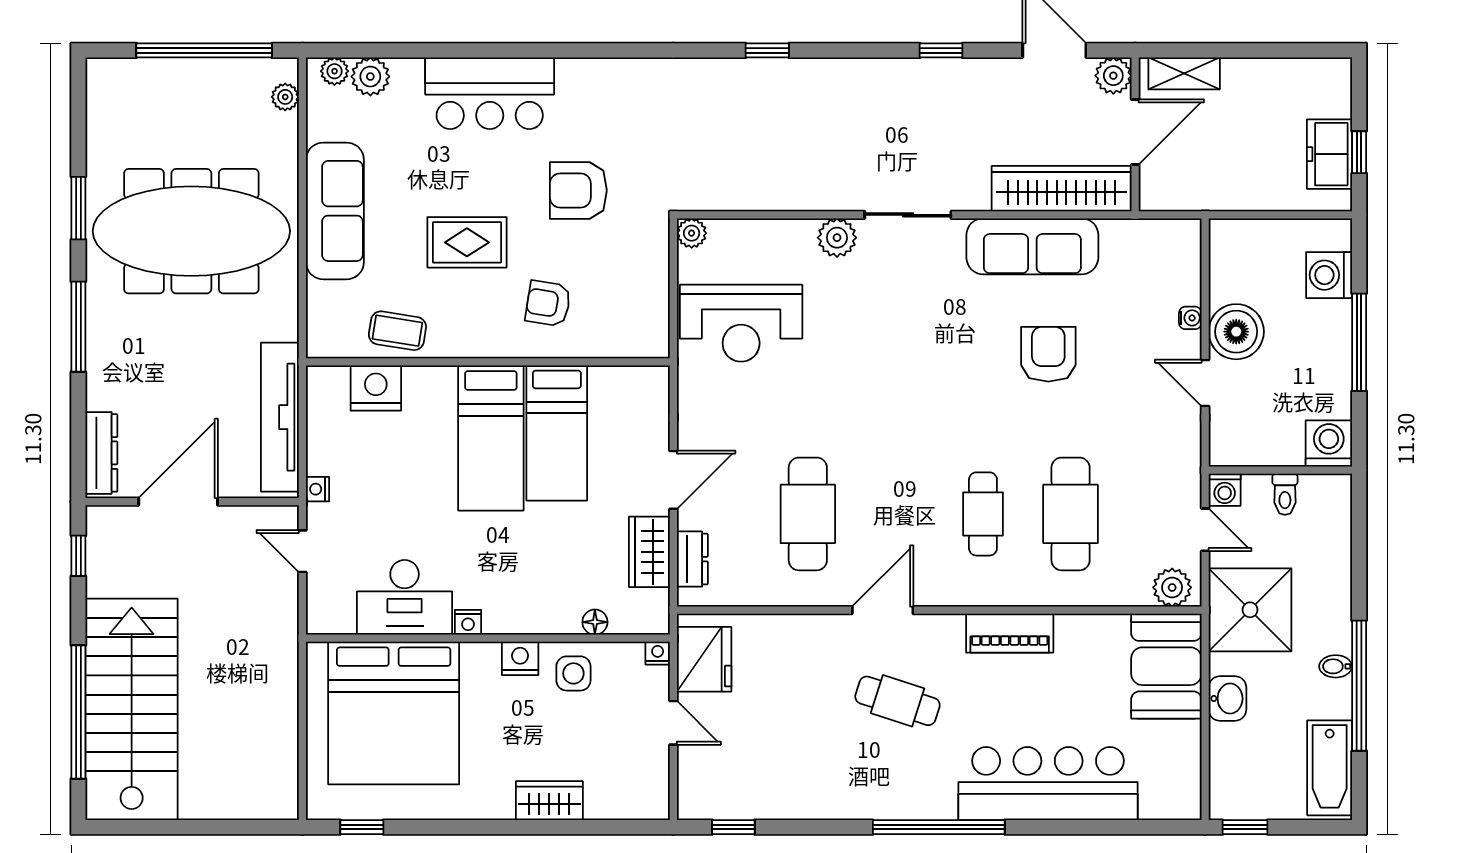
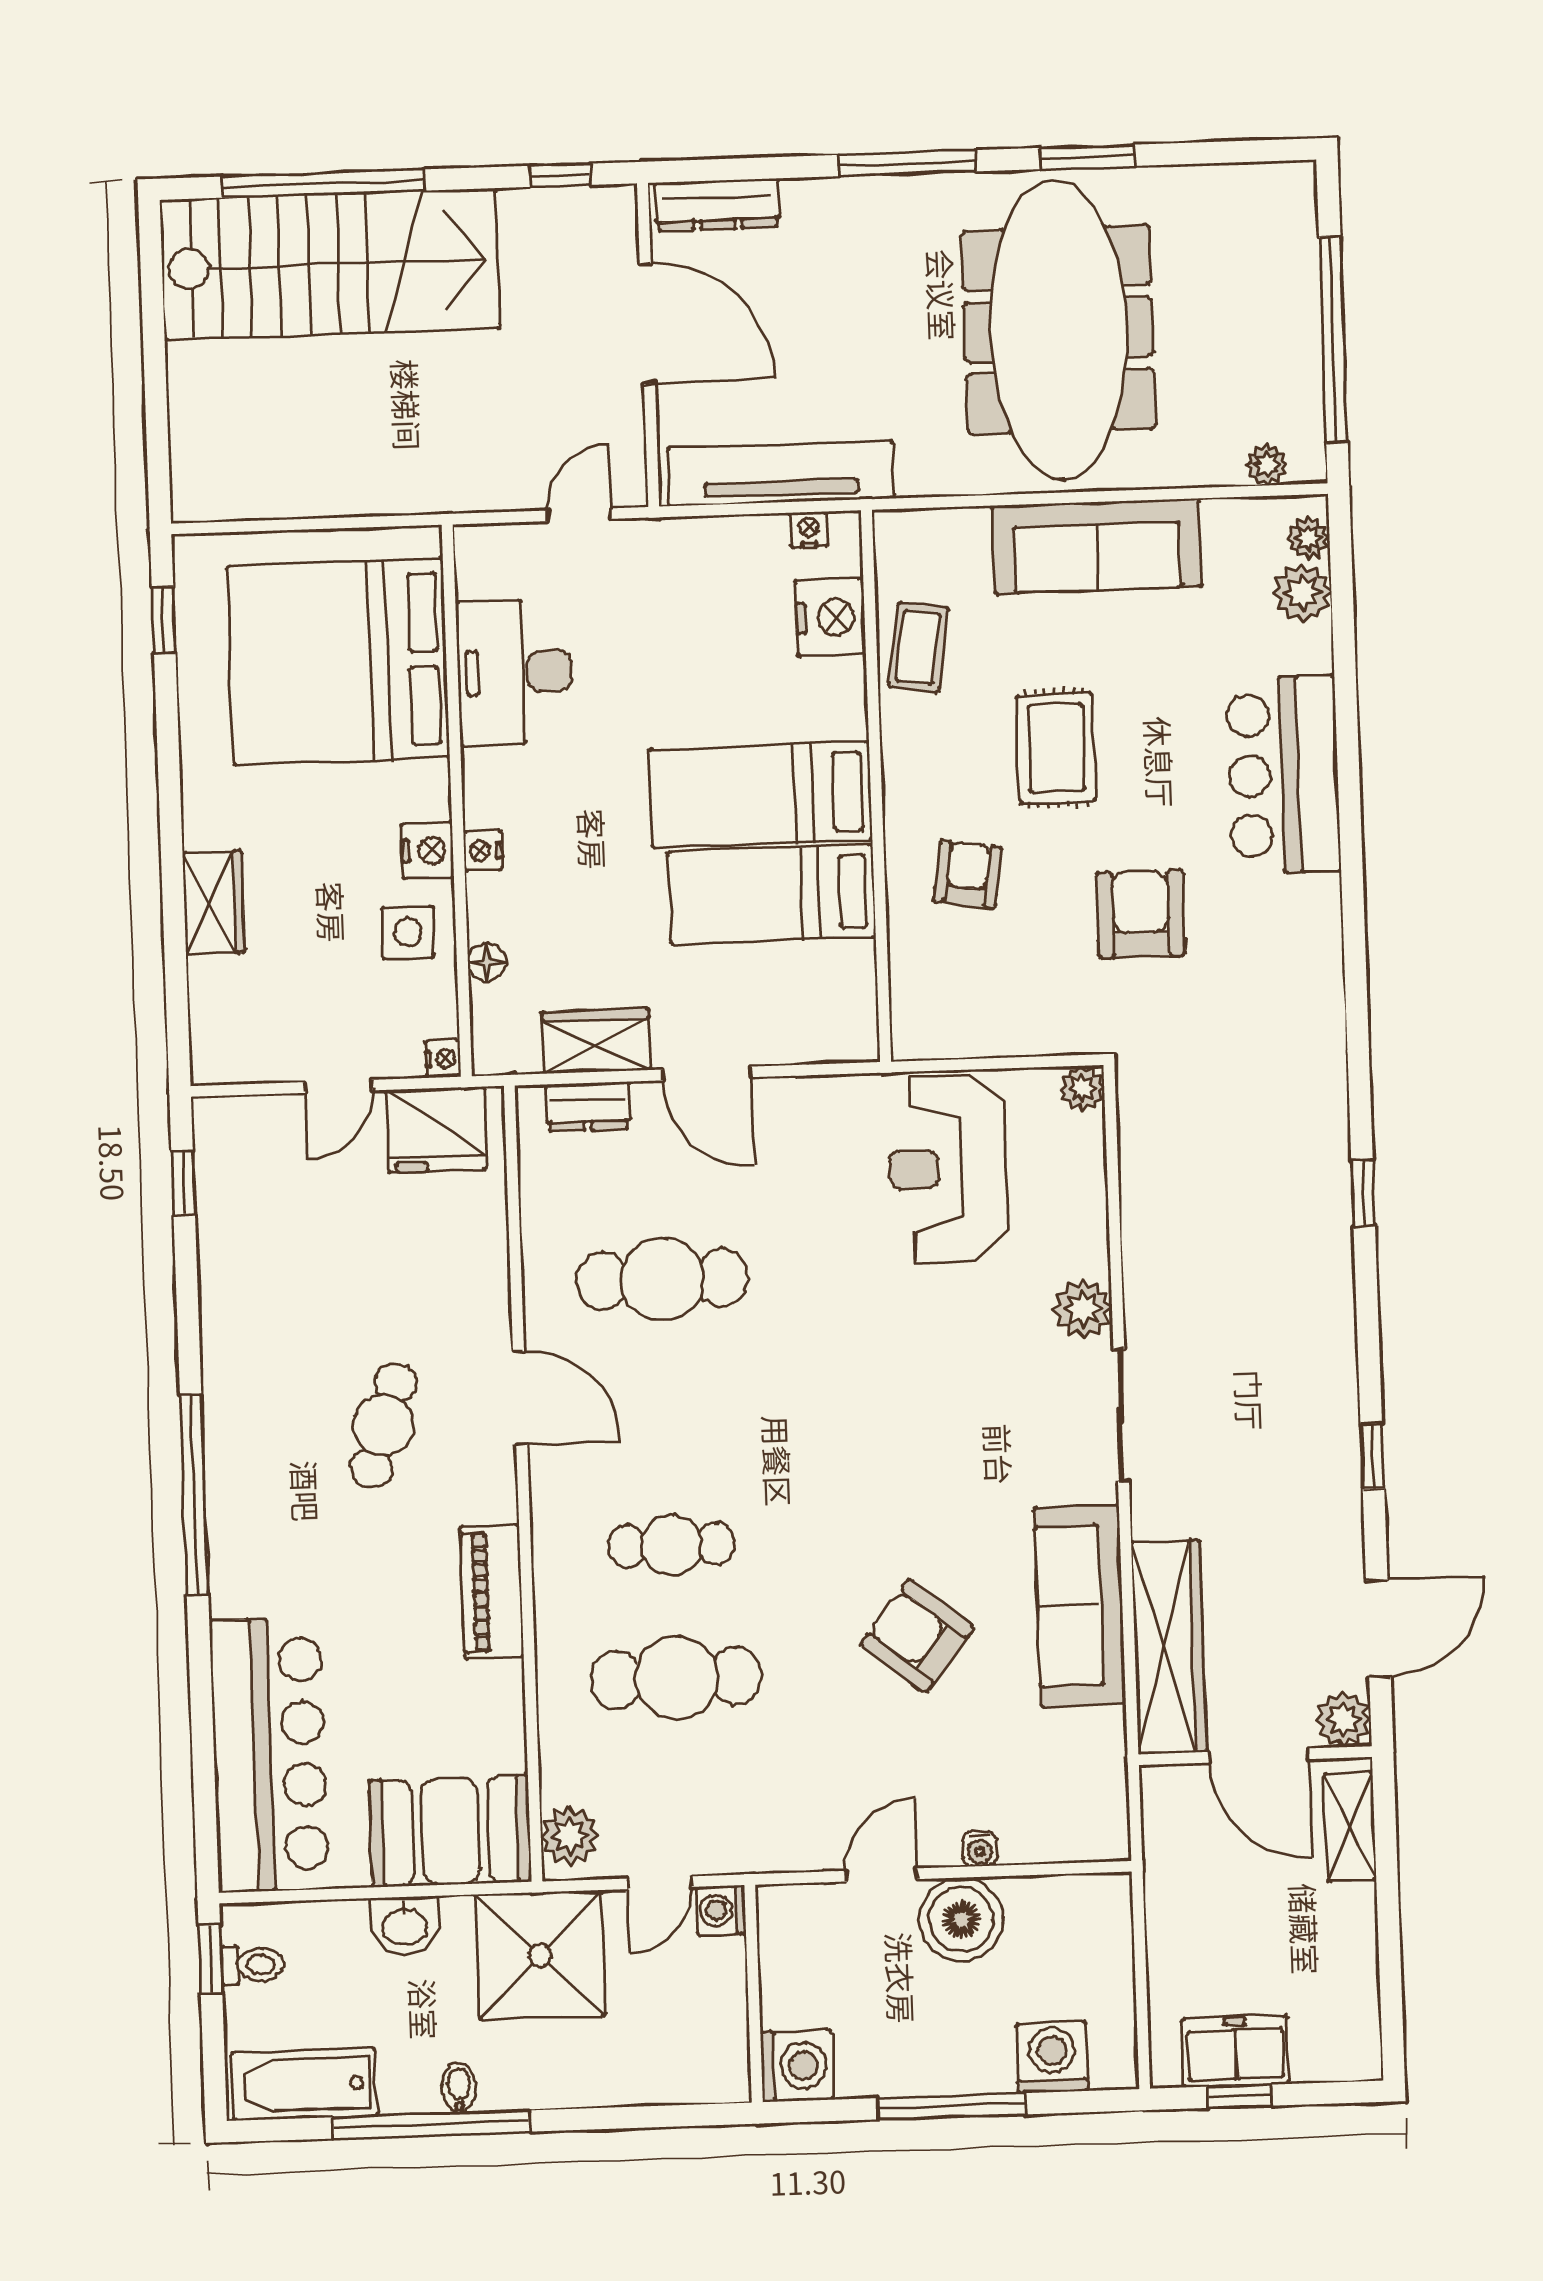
armchair: (1048, 354) -> (917, 1636), turned -141
nightstand: (318, 489) -> (809, 530), moved
toilet: (1285, 494) -> (252, 1965), moved, turned 180
nightstand: (468, 622) -> (483, 851), moved
bar counter: (1048, 784) -> (269, 1755), moved

